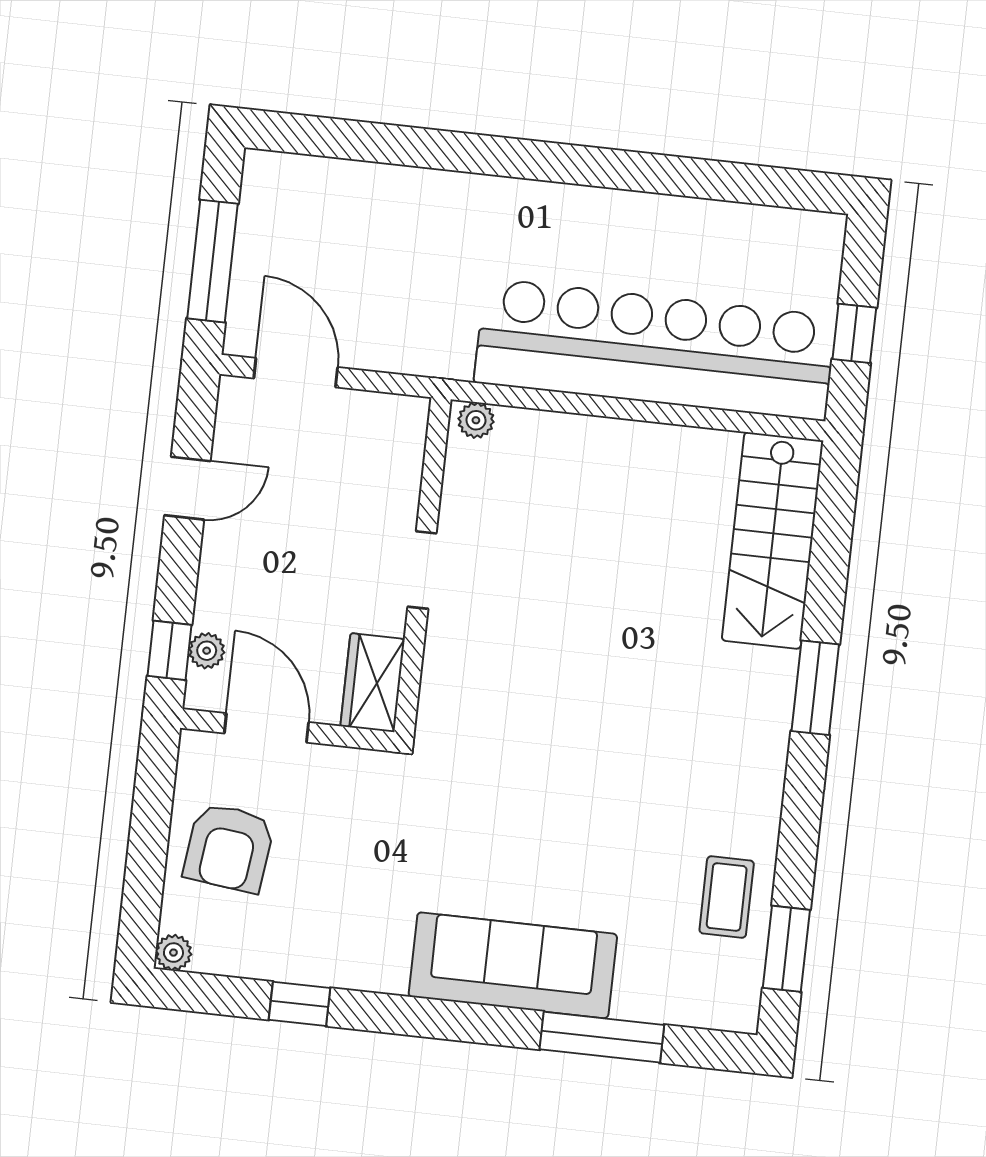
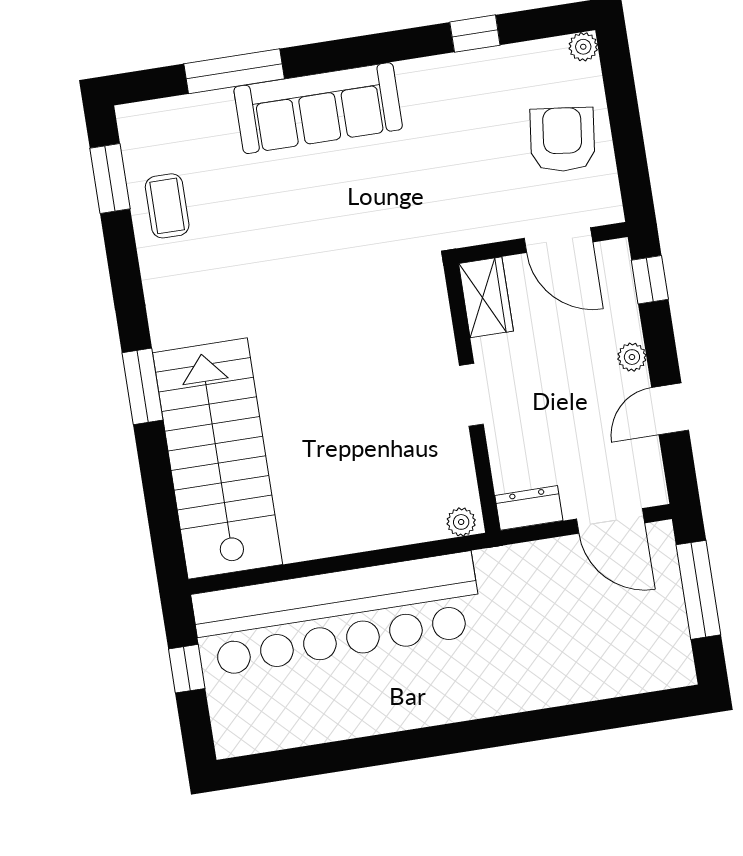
dresser: (390, 415) -> (529, 508), added
stairs: (772, 541) -> (218, 459), width x1.36, depth x1.51
plant: (207, 651) -> (632, 357), moved

